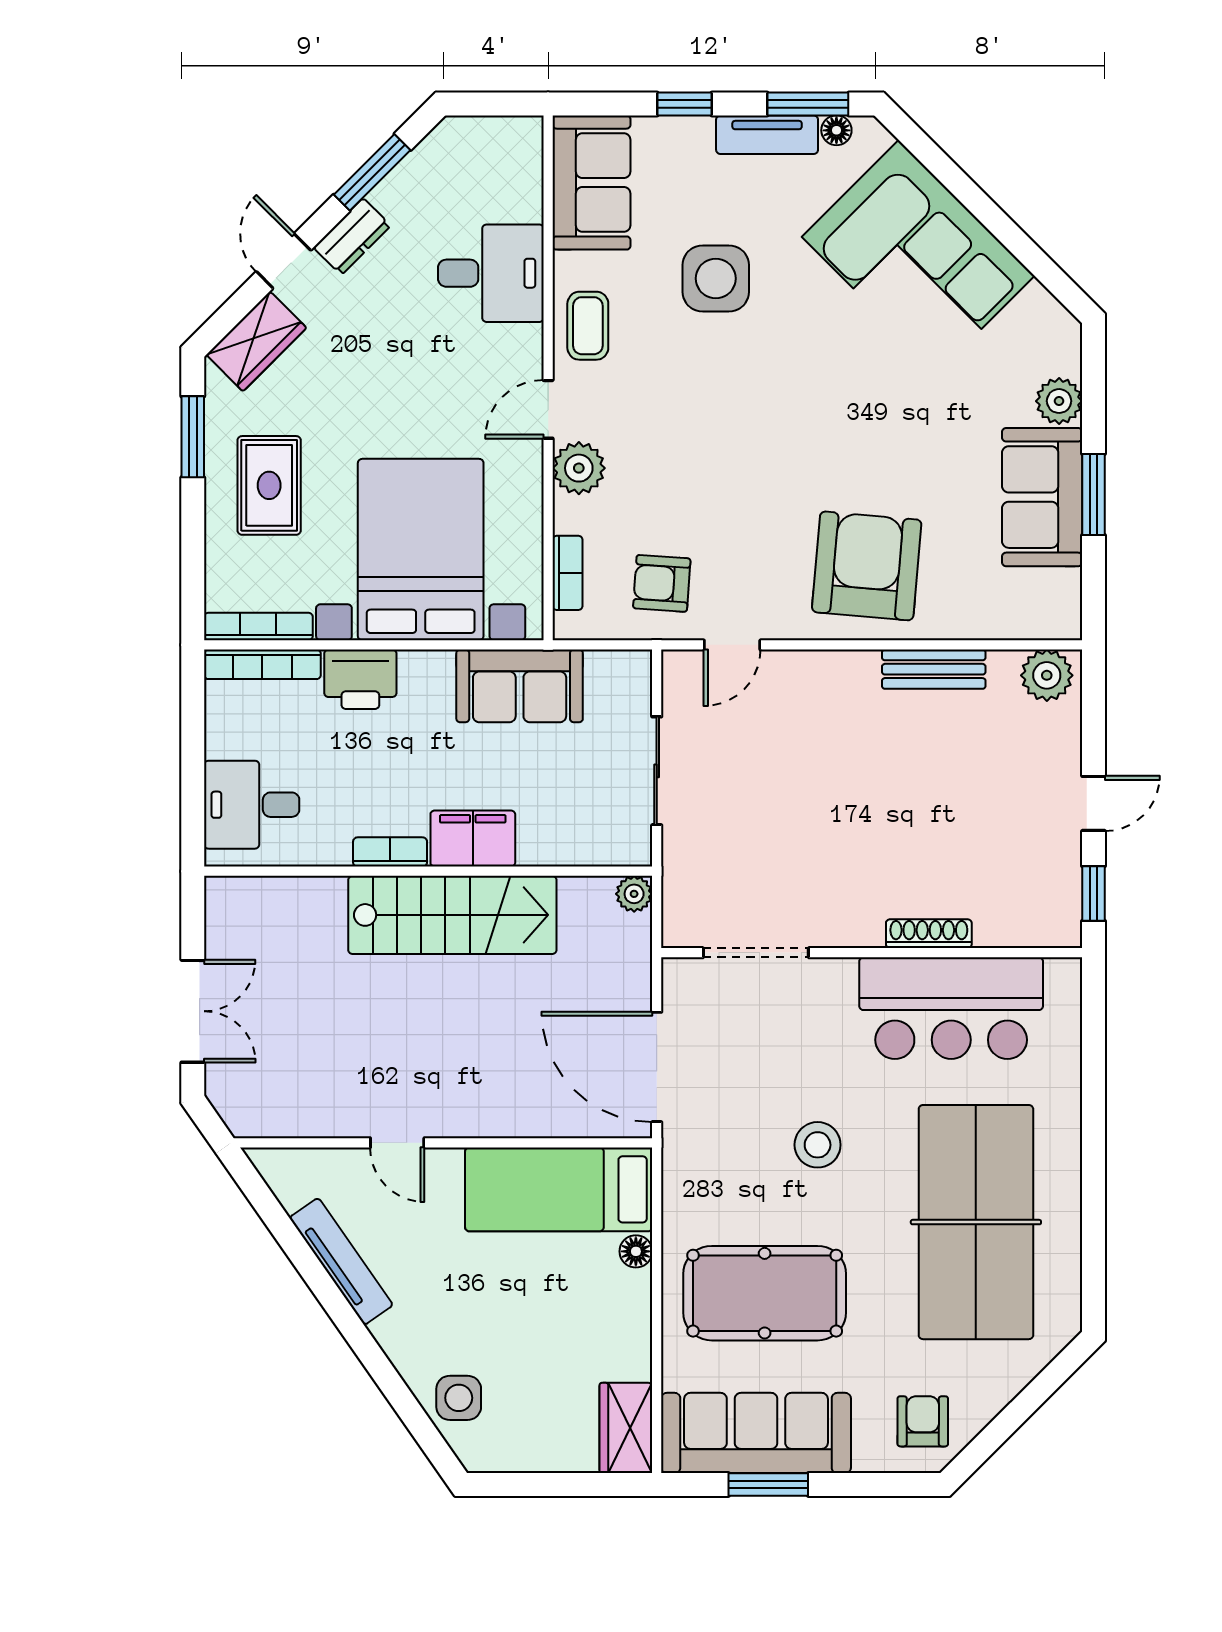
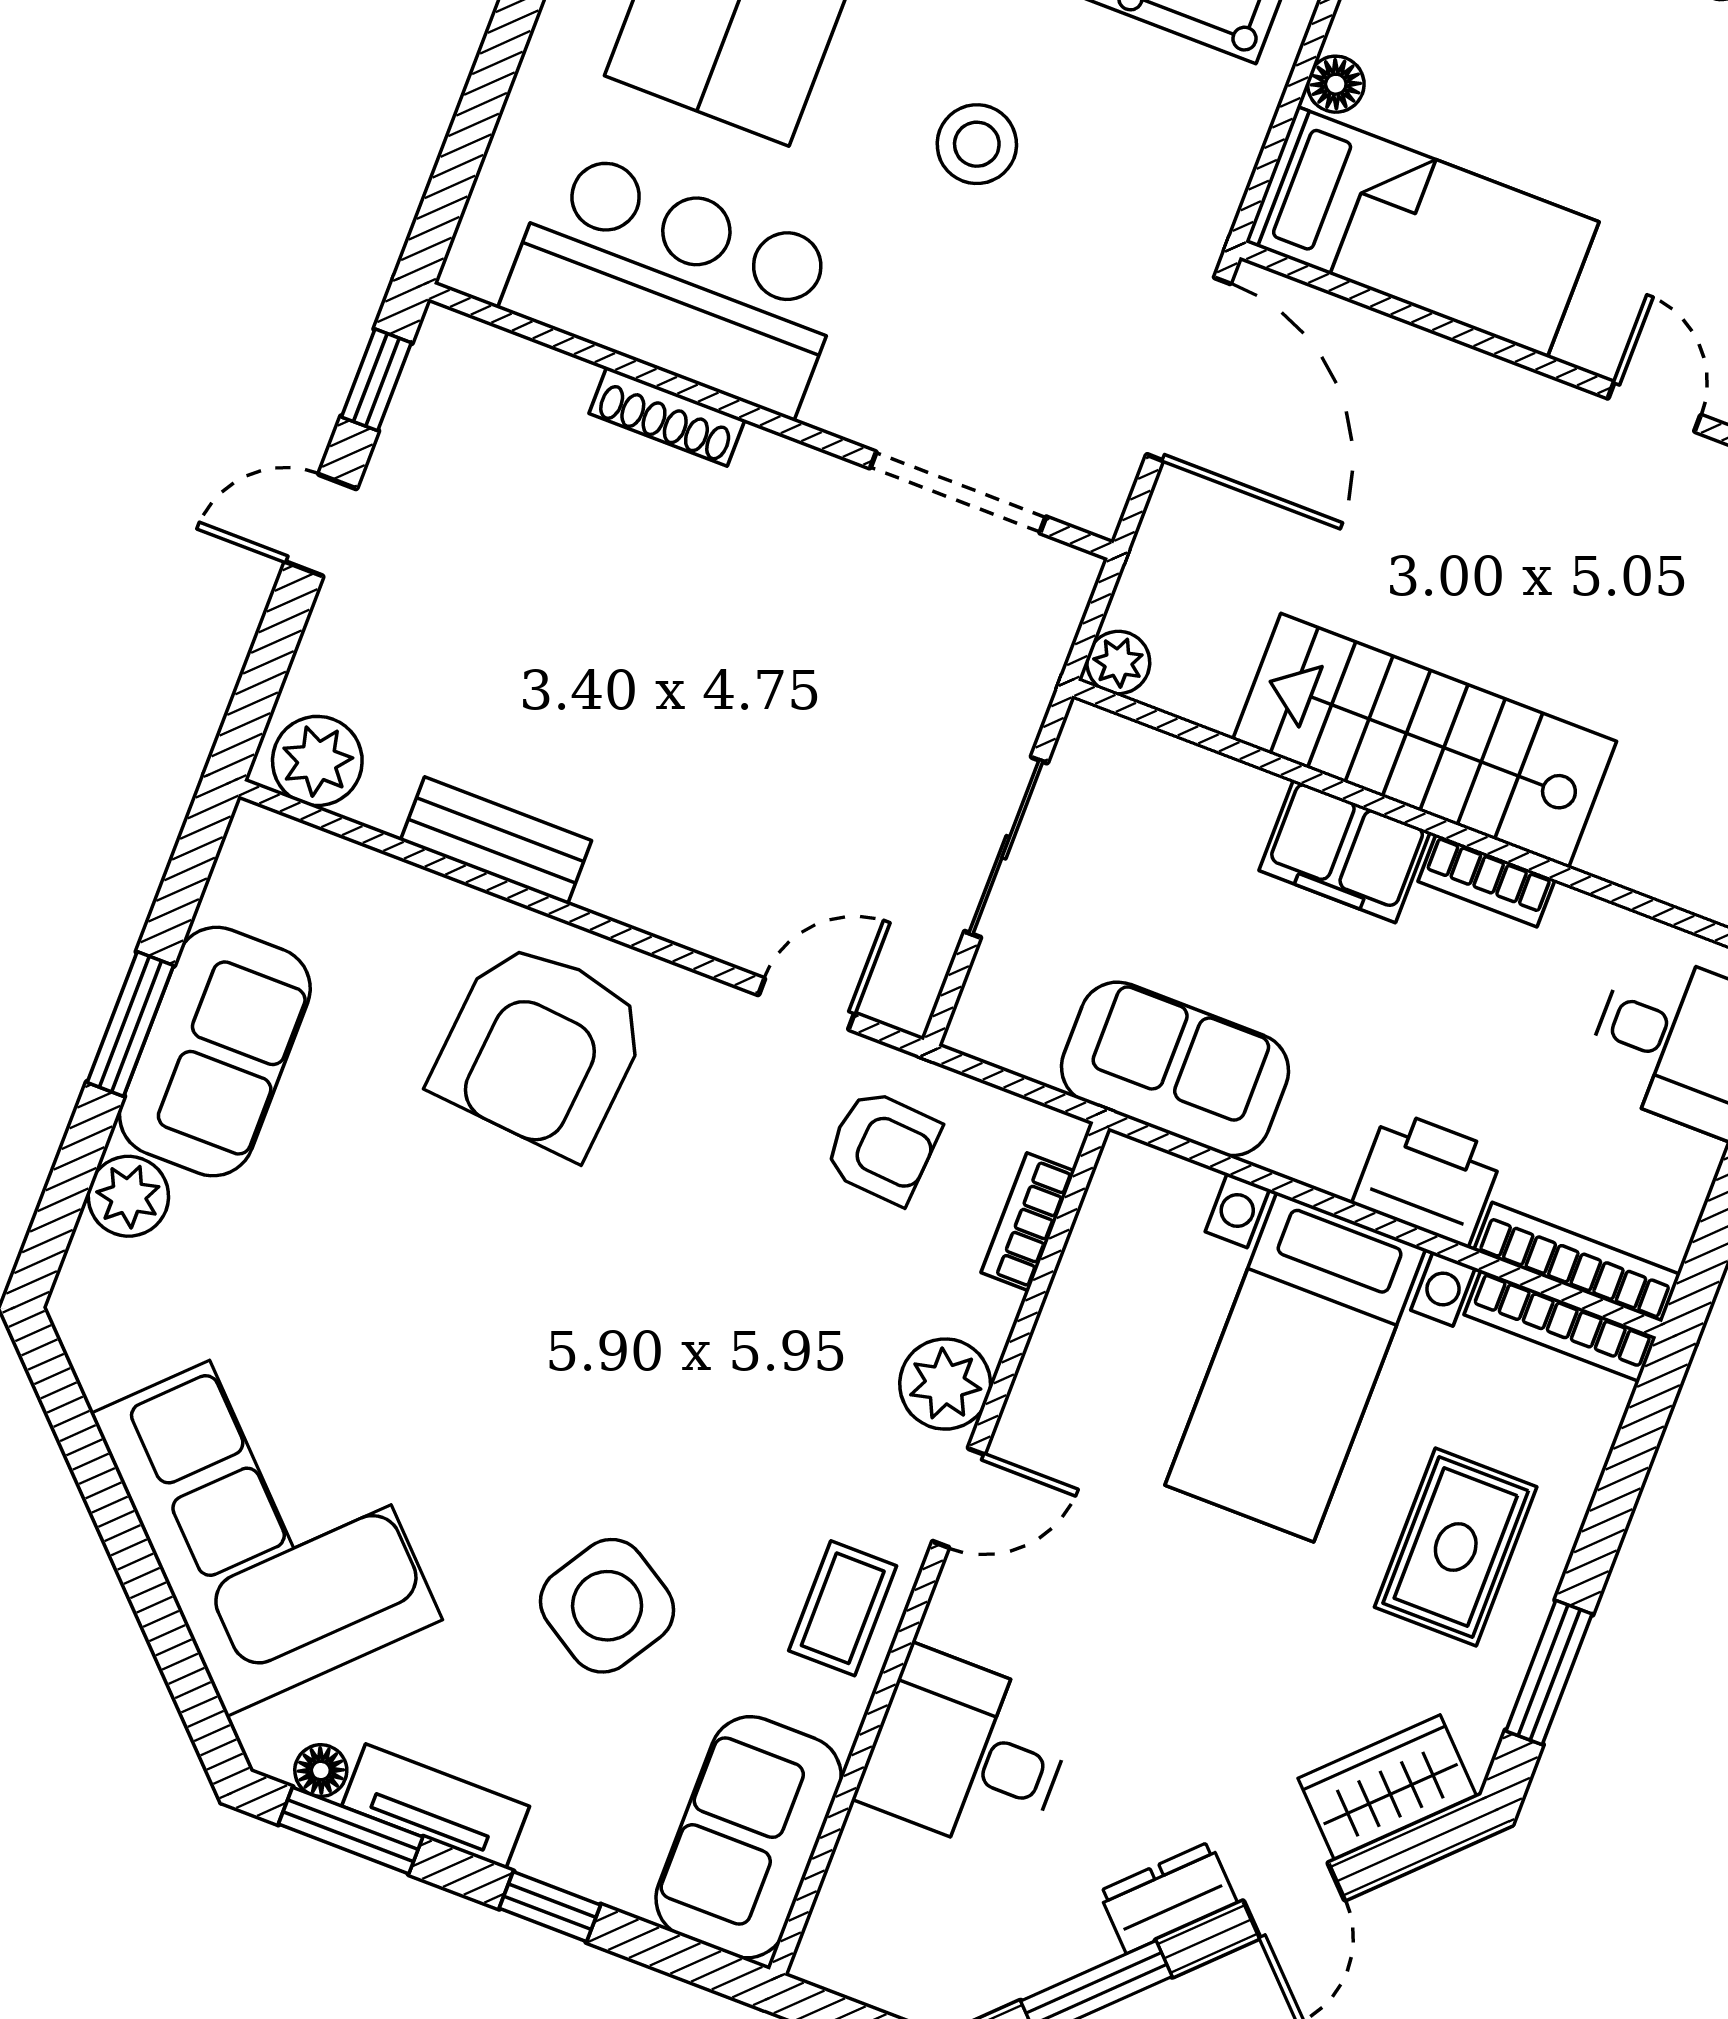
side table: (716, 278) -> (607, 1606), turned 32
bed with nightstands: (421, 550) -> (1295, 1367), width x0.73

